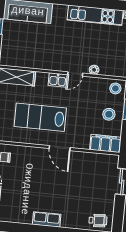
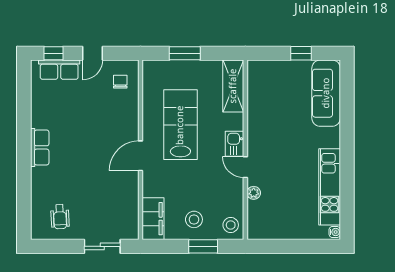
wheelchair: (98, 220) -> (60, 217), moved

